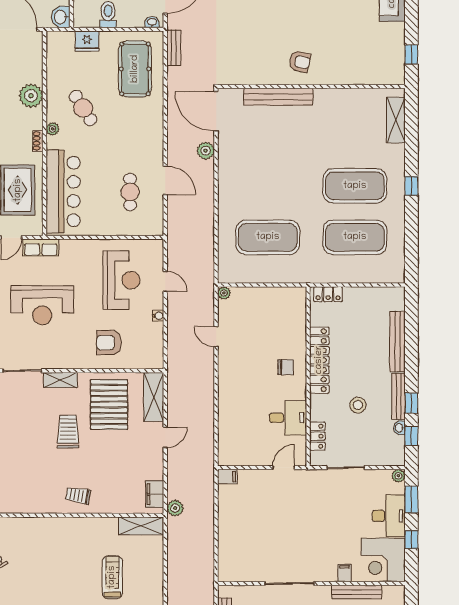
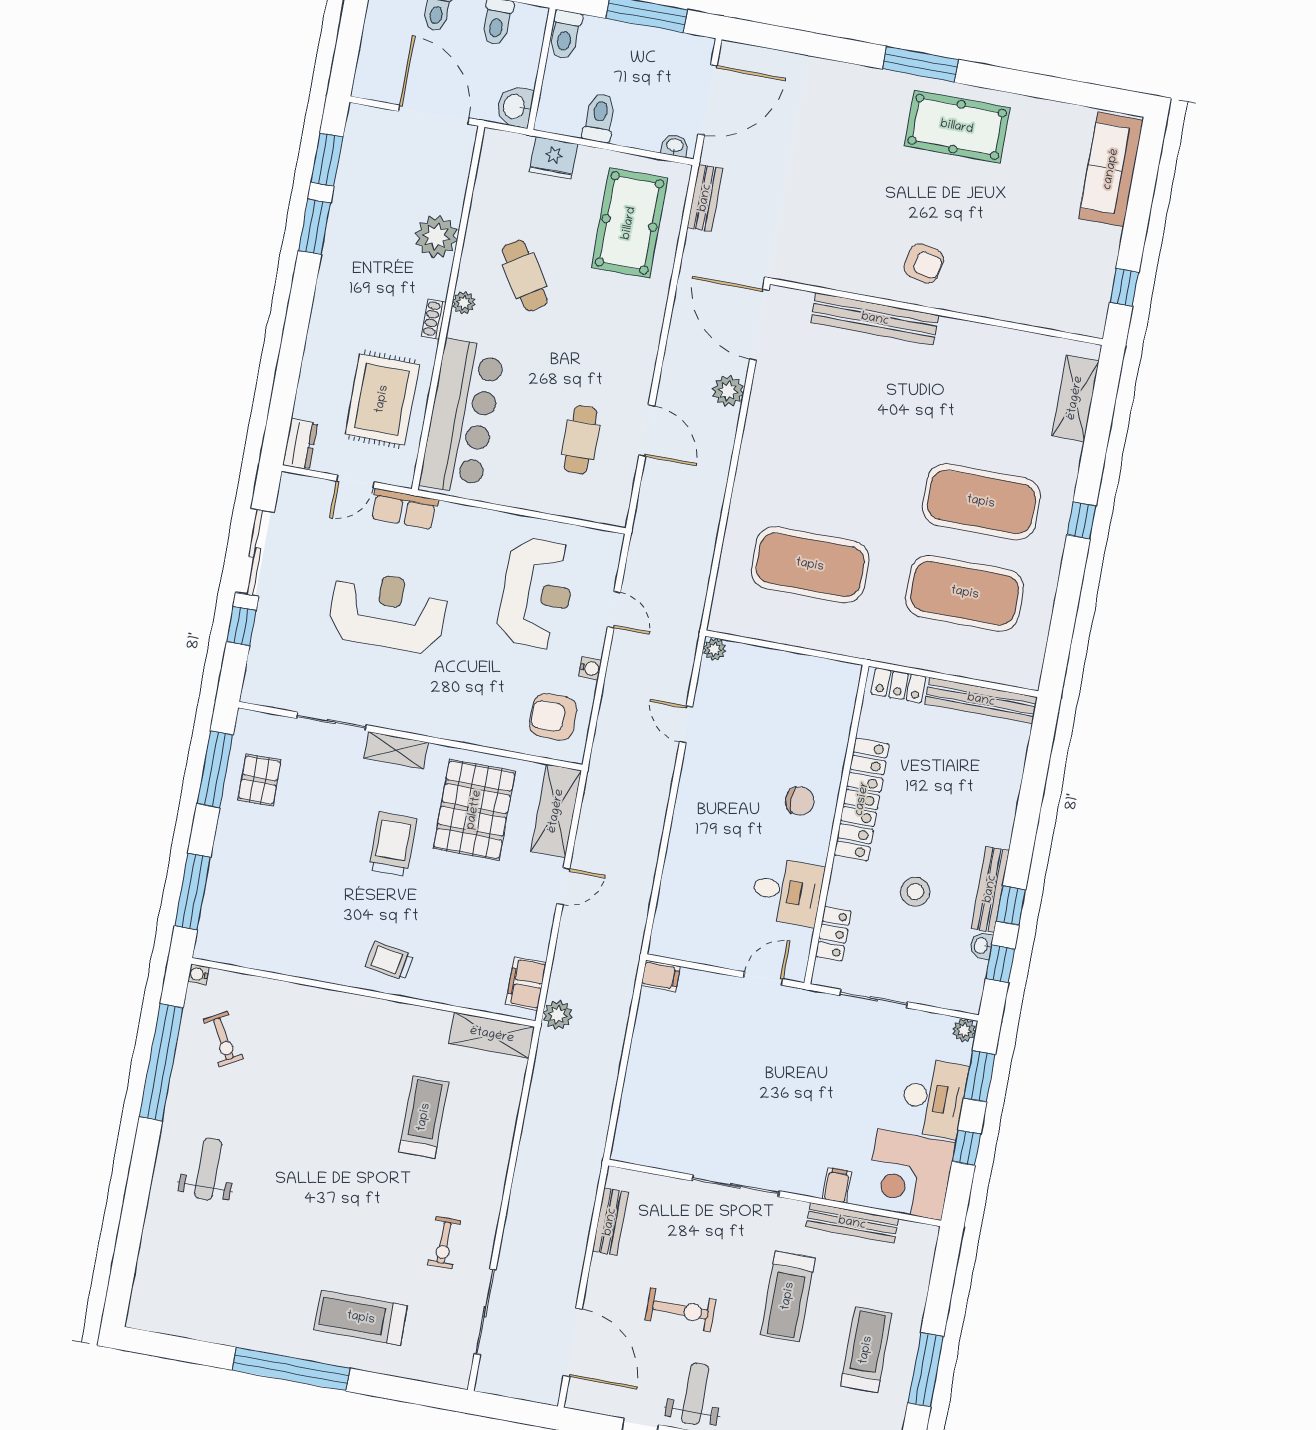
reception desk: (42, 305) -> (388, 612), turned 180
bench: (397, 341) -> (981, 700), moved, turned 90
armchair: (109, 343) -> (553, 717), moved

